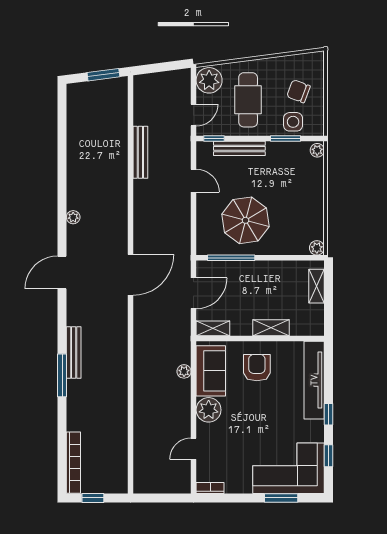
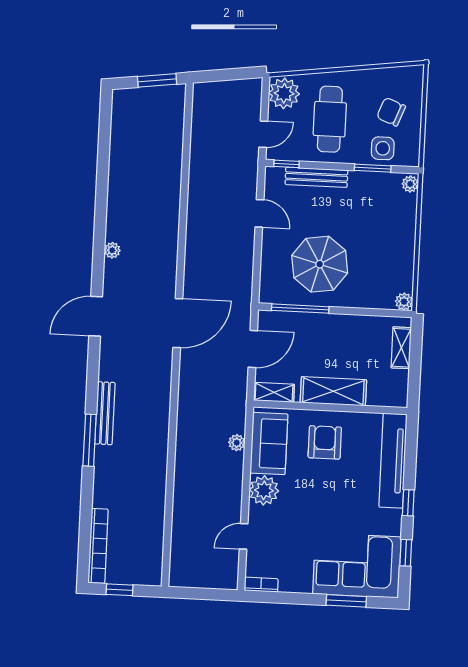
bench: (140, 152) -> (197, 176), removed
shelving: (271, 328) -> (333, 391), width x1.50, depth x1.33

